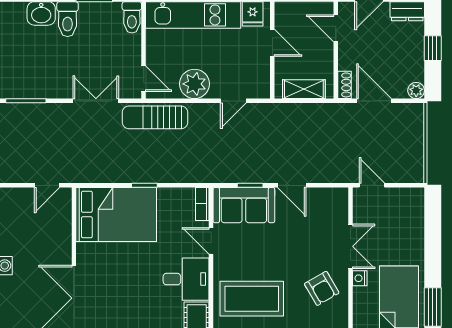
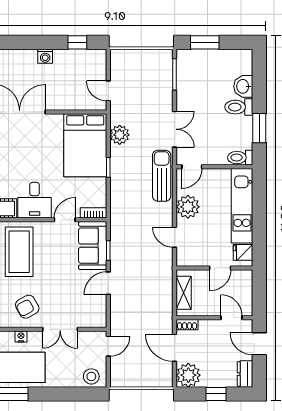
door: (336, 28) -> (232, 318), hinge flipped
plant: (416, 90) -> (188, 375), width x1.88, depth x1.88
door: (374, 101) -> (175, 348), swing flipped
plant: (103, 171) -> (120, 135), added
stool: (410, 207) -> (91, 376), added
nightstand: (360, 278) -> (21, 337), moved

